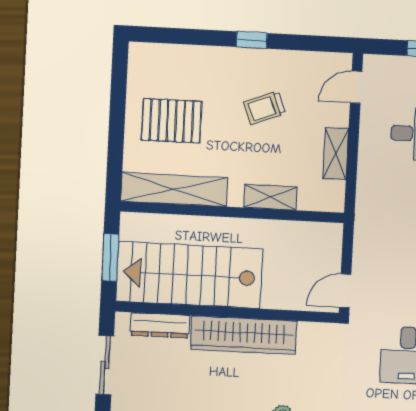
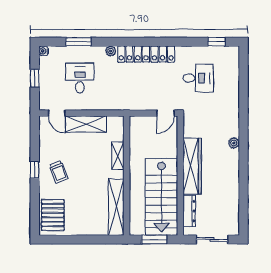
trolley: (264, 108) -> (59, 172), moved
pallet: (172, 121) -> (53, 215), moved
shelving: (336, 154) -> (86, 124), width x1.50, depth x1.33
door: (345, 291) -> (165, 113), hinge flipped

